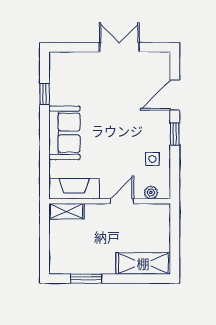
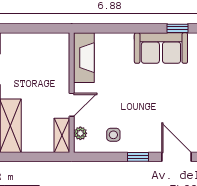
sofa: (64, 133) -> (161, 48), moved
door: (122, 201) -> (72, 105), hinge flipped
shelving: (66, 211) -> (62, 135), moved

